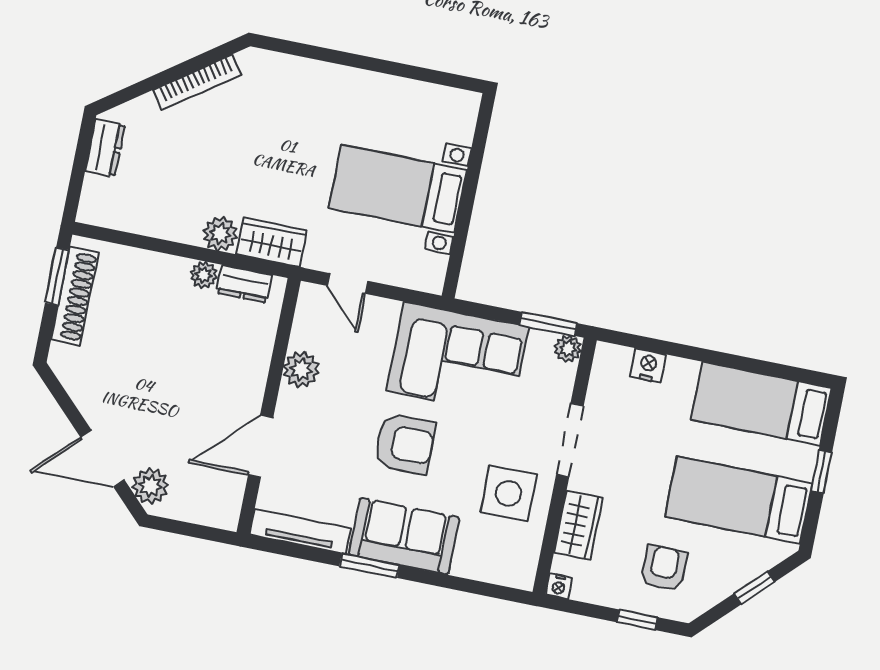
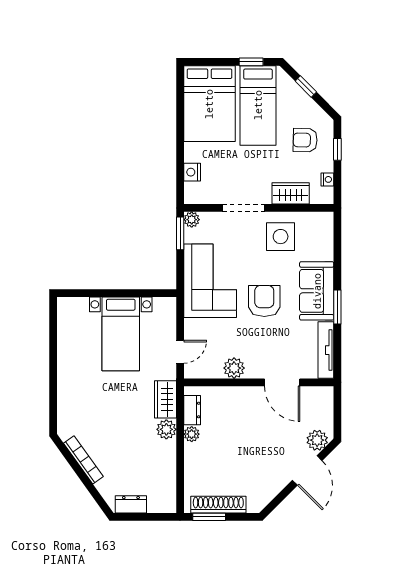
bed: (761, 404) -> (209, 104), width x1.50
window: (821, 472) -> (251, 62), moved
nightstand: (559, 586) -> (327, 179), moved

